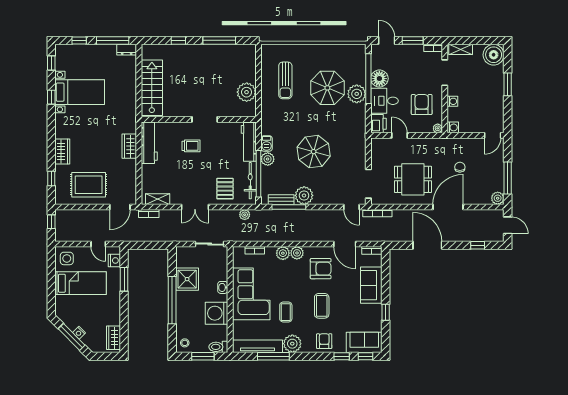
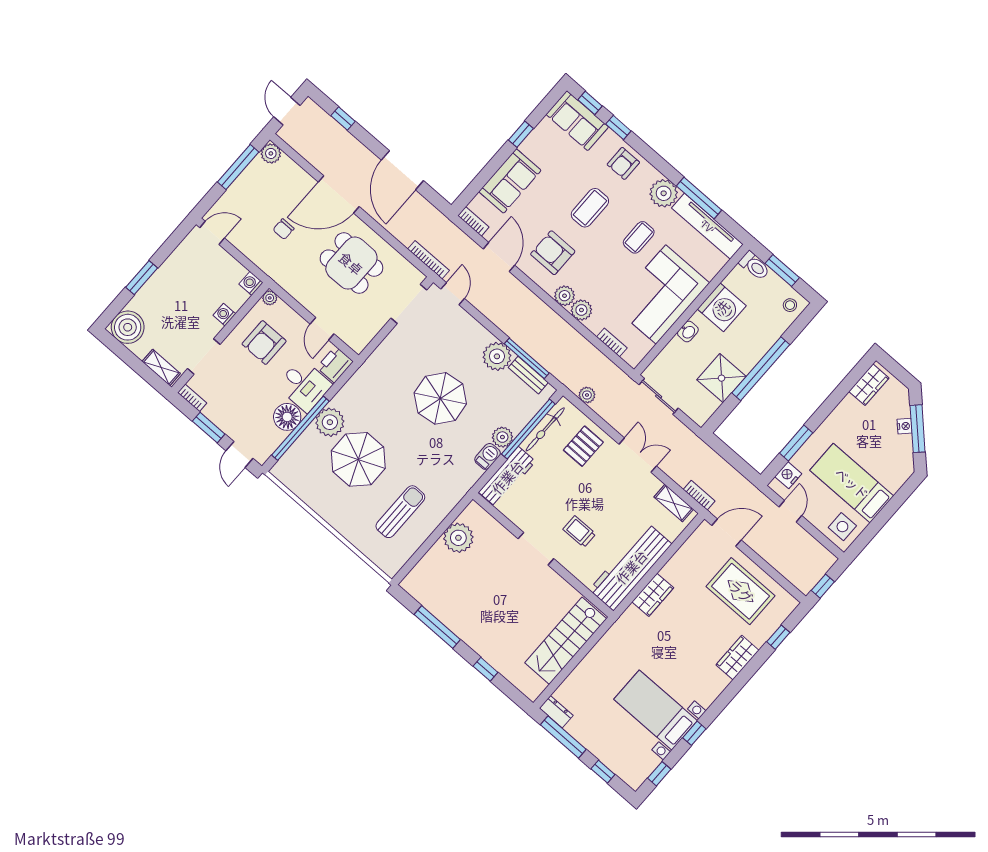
workbench: (149, 143) -> (631, 567), width x1.36, depth x1.32

